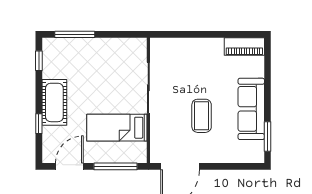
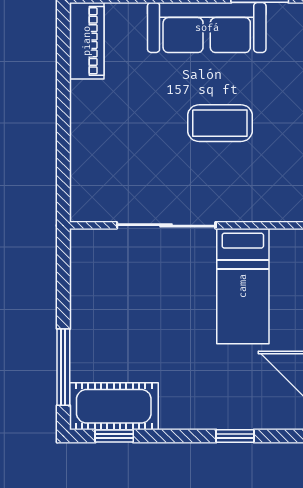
cot: (54, 102) -> (114, 406), moved

